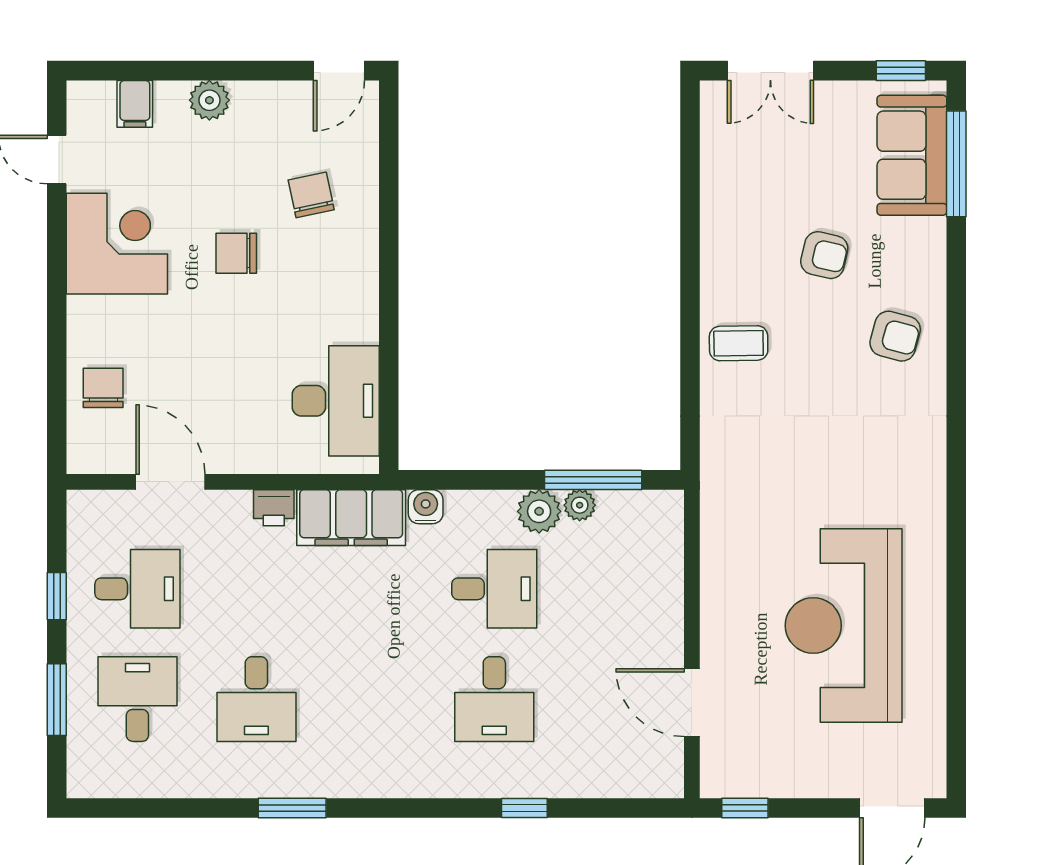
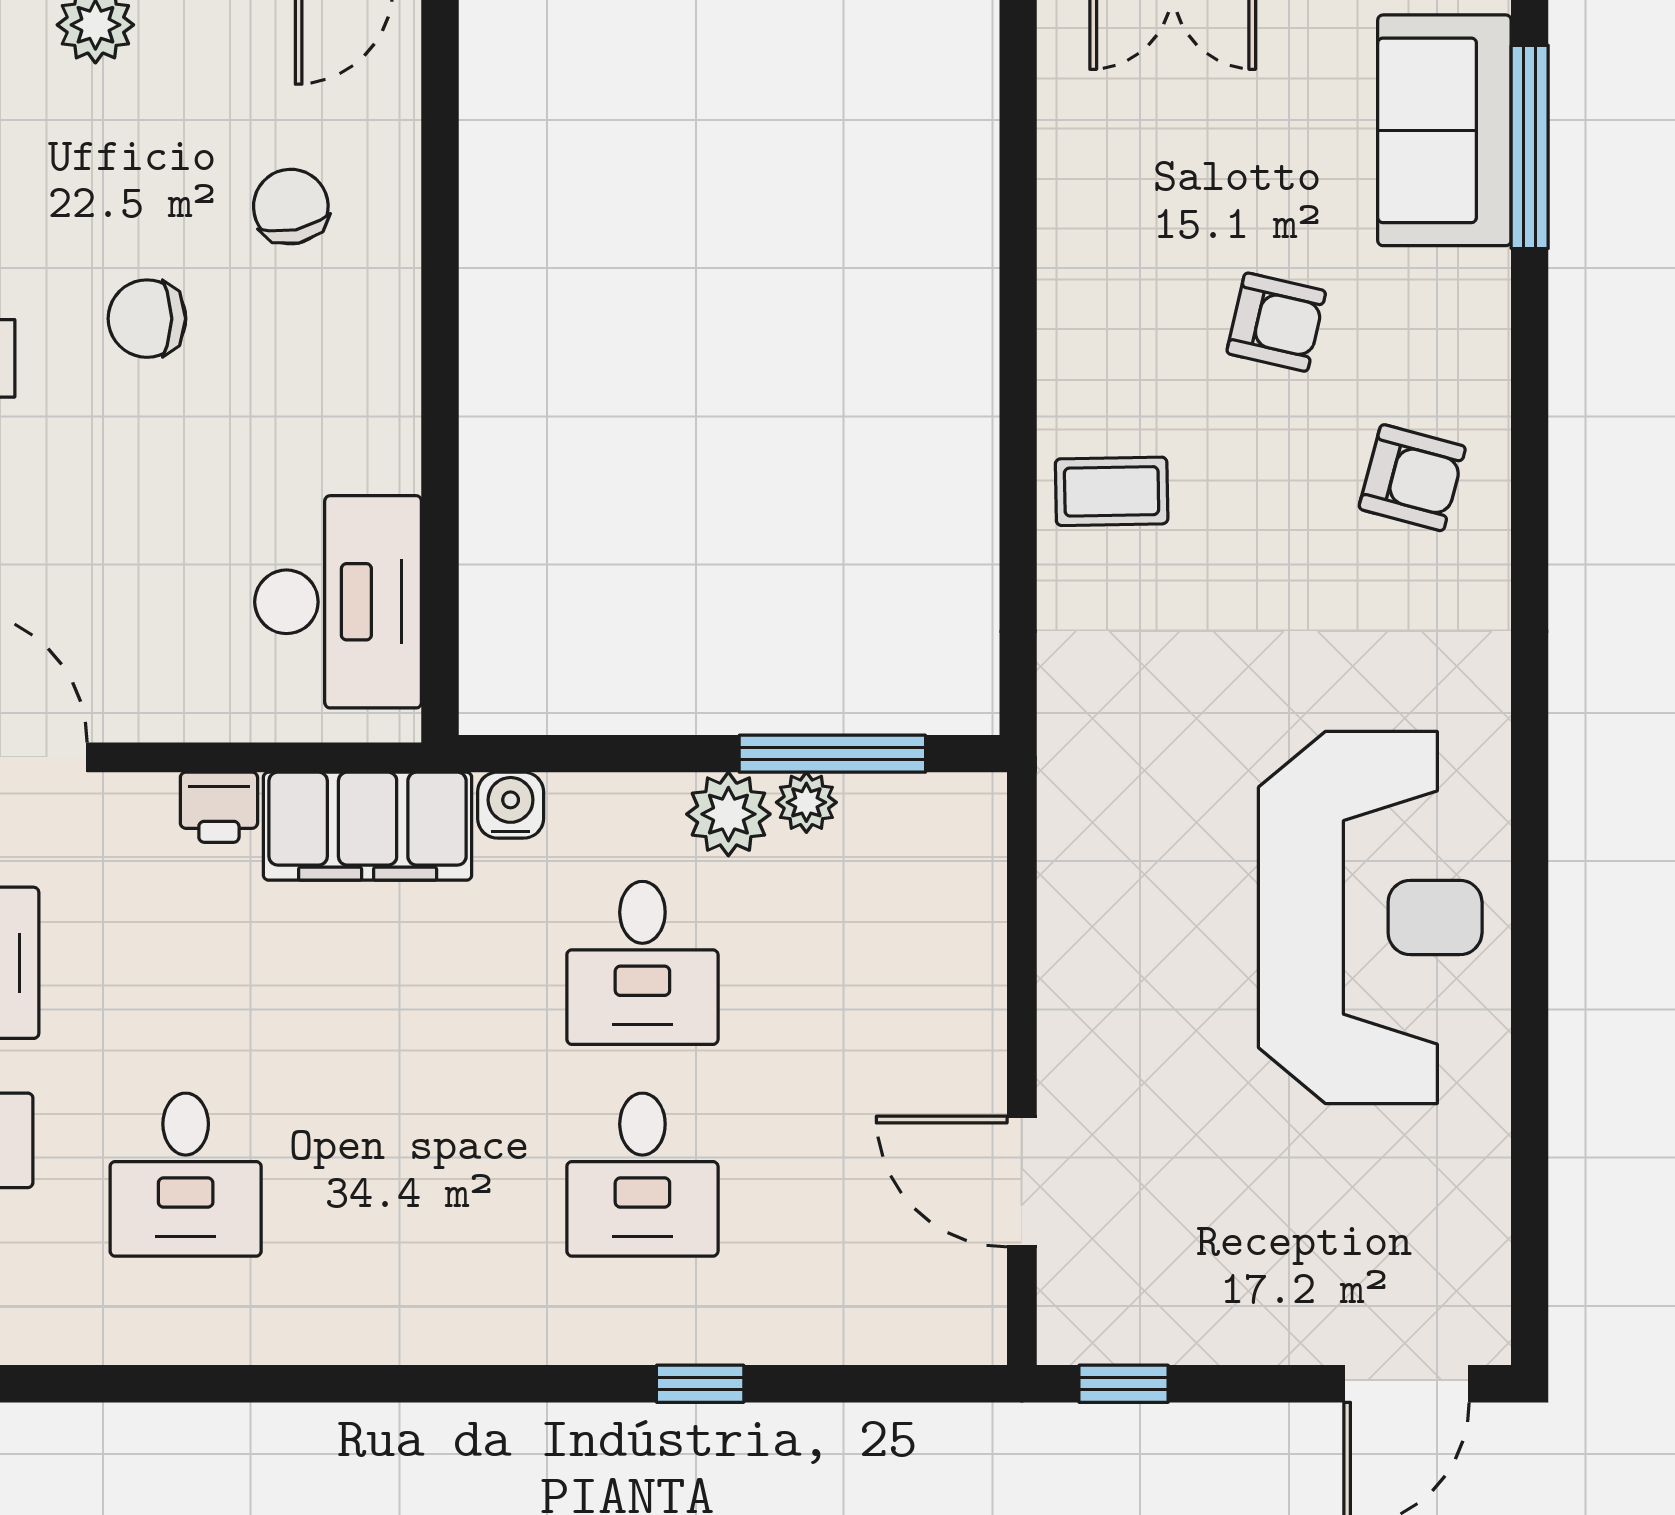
desk: (494, 589) -> (642, 963), turned 90
reception desk: (844, 625) -> (1370, 917), moved, turned 180
window: (292, 808) -> (254, 1384), removed

